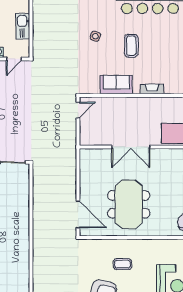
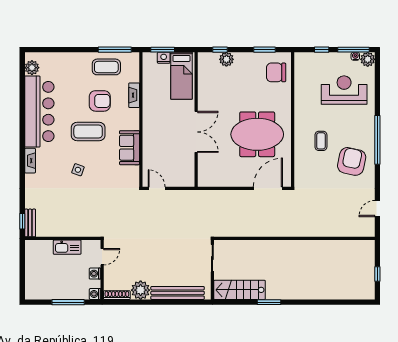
coffee table: (131, 46) -> (88, 132), width x1.36, depth x1.32
armchair: (160, 57) -> (100, 101), added
door: (14, 59) -> (102, 257), hinge flipped
fireplace: (152, 89) -> (134, 95), moved

